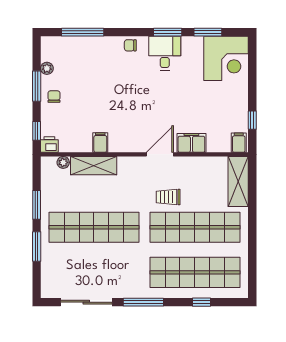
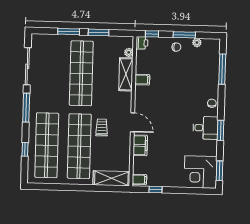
window: (208, 32) -> (219, 171), moved

